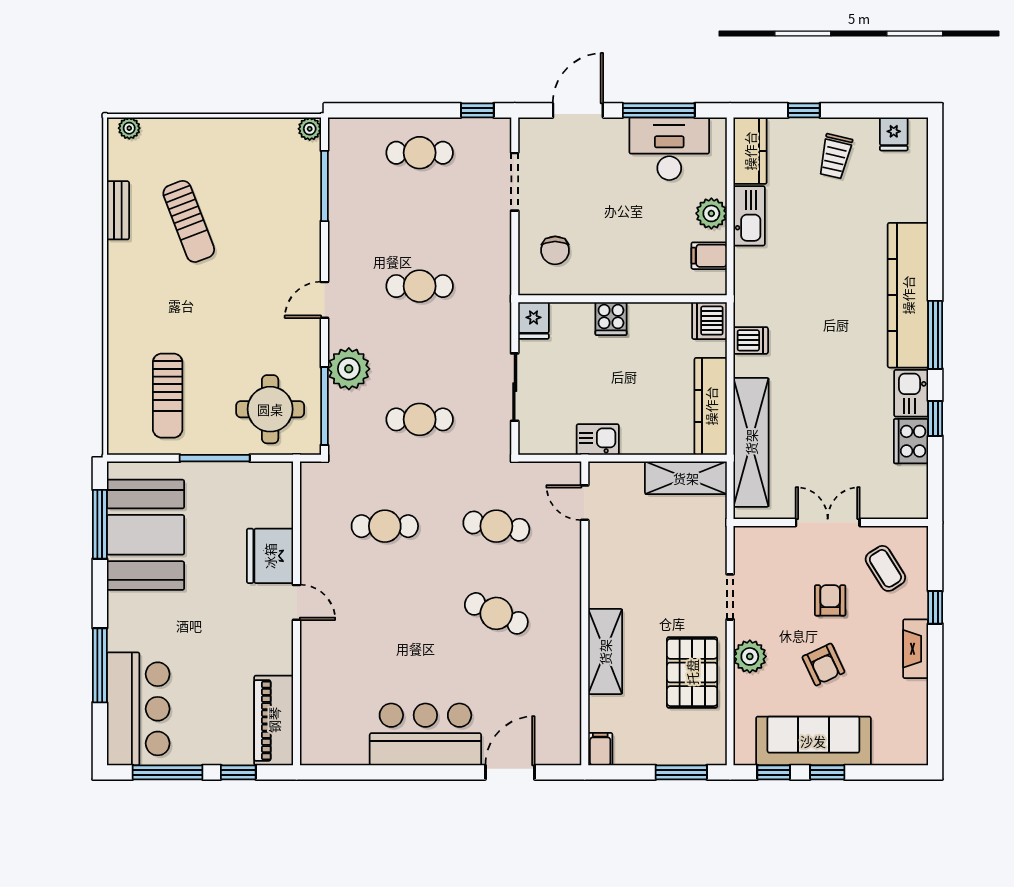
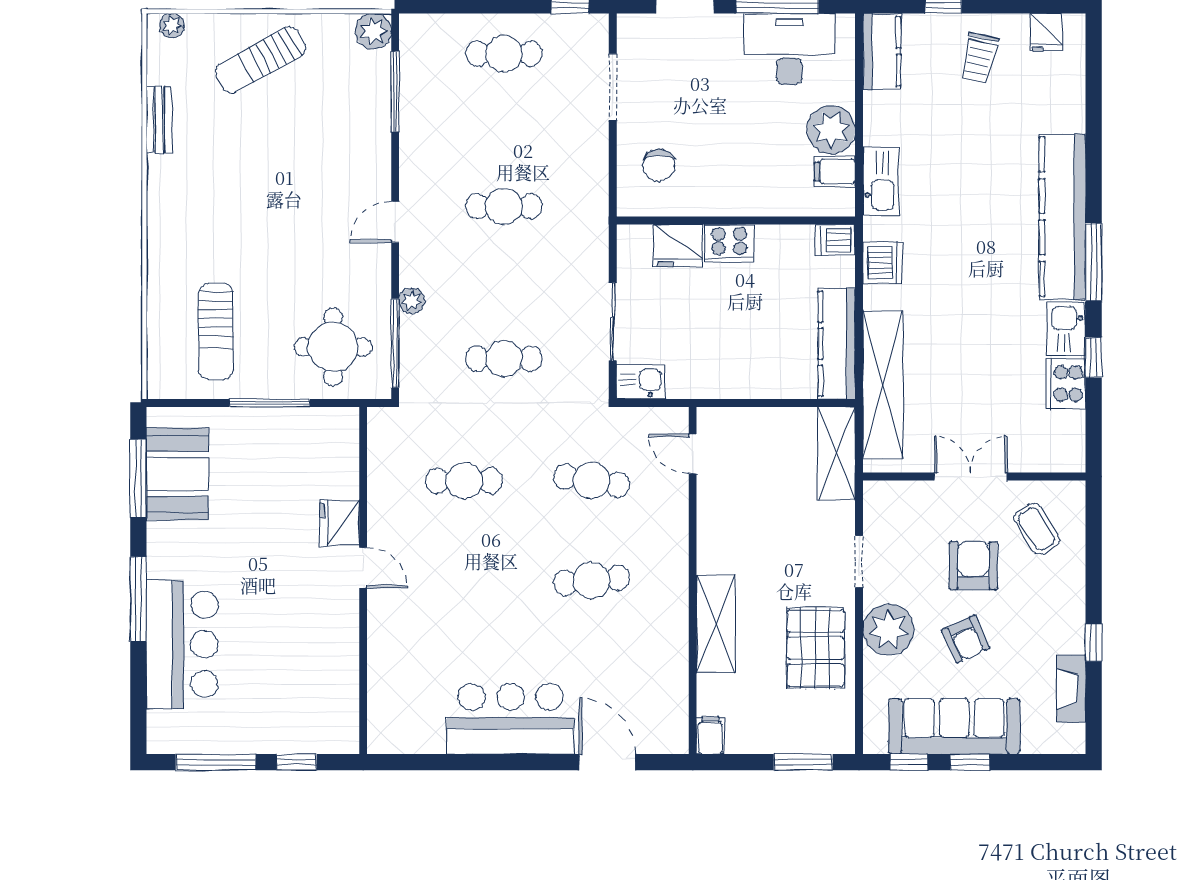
plant: (310, 129) -> (373, 31), width x1.38, depth x1.38
plant: (711, 213) -> (831, 130), width x1.36, depth x1.36
kitchen sink: (749, 216) -> (881, 181), moved
sun lounger: (189, 221) -> (261, 60), moved, turned 82
cooker: (611, 319) -> (729, 243), width x1.36
fridge: (534, 320) -> (678, 245), moved, width x1.38
dishwasher: (709, 321) -> (835, 240), width x0.73
dishwasher: (751, 340) -> (883, 263), width x1.38
plant: (349, 369) -> (412, 301), width x0.53, depth x0.53
kitchen sink: (598, 439) -> (641, 382), moved
shelving: (686, 478) -> (836, 454), moved, turned 90
booth: (145, 535) -> (177, 474), width x0.73, depth x0.70
fridge: (270, 556) -> (340, 523), width x0.73, depth x0.75
armchair: (830, 600) -> (973, 566), width x1.38, depth x1.38
window: (935, 607) -> (1094, 643), moved
cafe table: (496, 613) -> (592, 580), turned -30
fireplace: (916, 649) -> (1071, 689), moved
plant: (750, 656) -> (888, 630), width x1.36, depth x1.36
window: (100, 665) -> (138, 599), moved
bar counter: (138, 709) -> (182, 644), moved
piano: (274, 720) -> (337, 703), removed
door: (510, 772) -> (607, 762), hinge flipped

